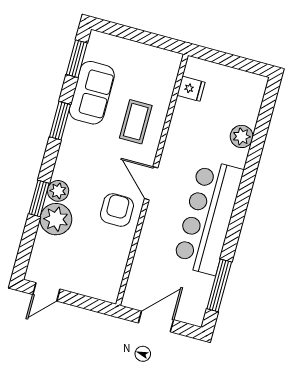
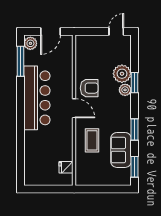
plant: (242, 136) -> (30, 43), moved
armchair: (117, 210) -> (89, 88), turned -90

